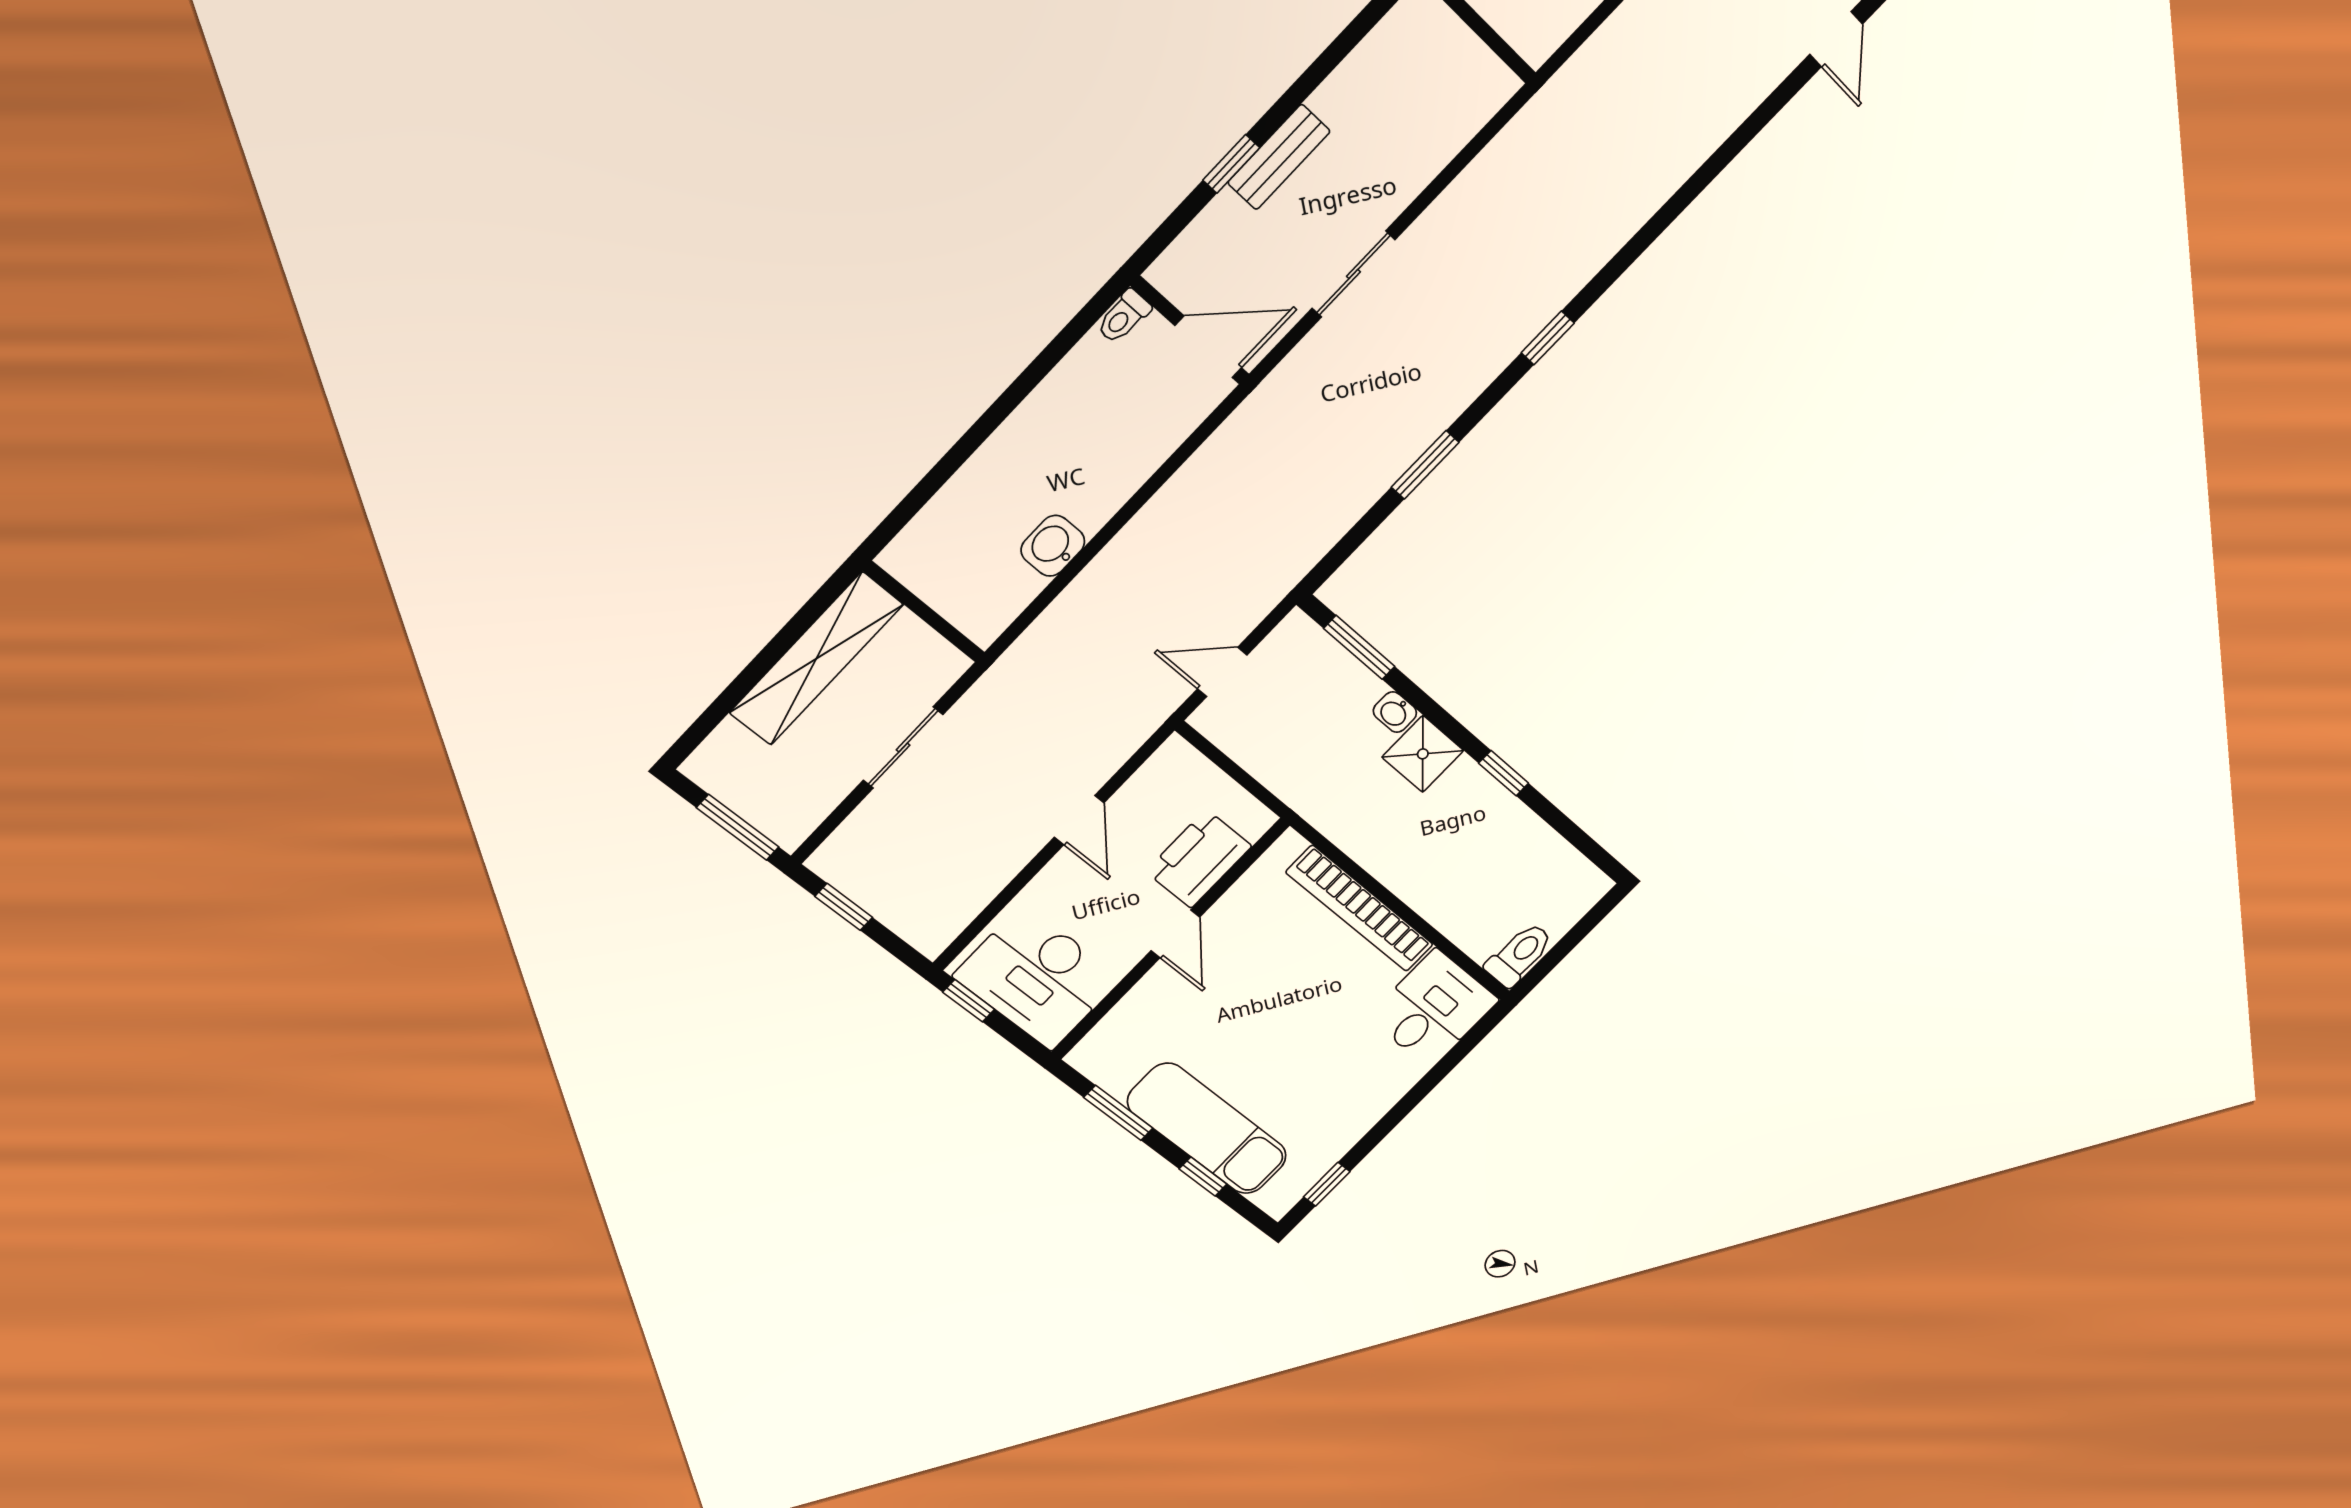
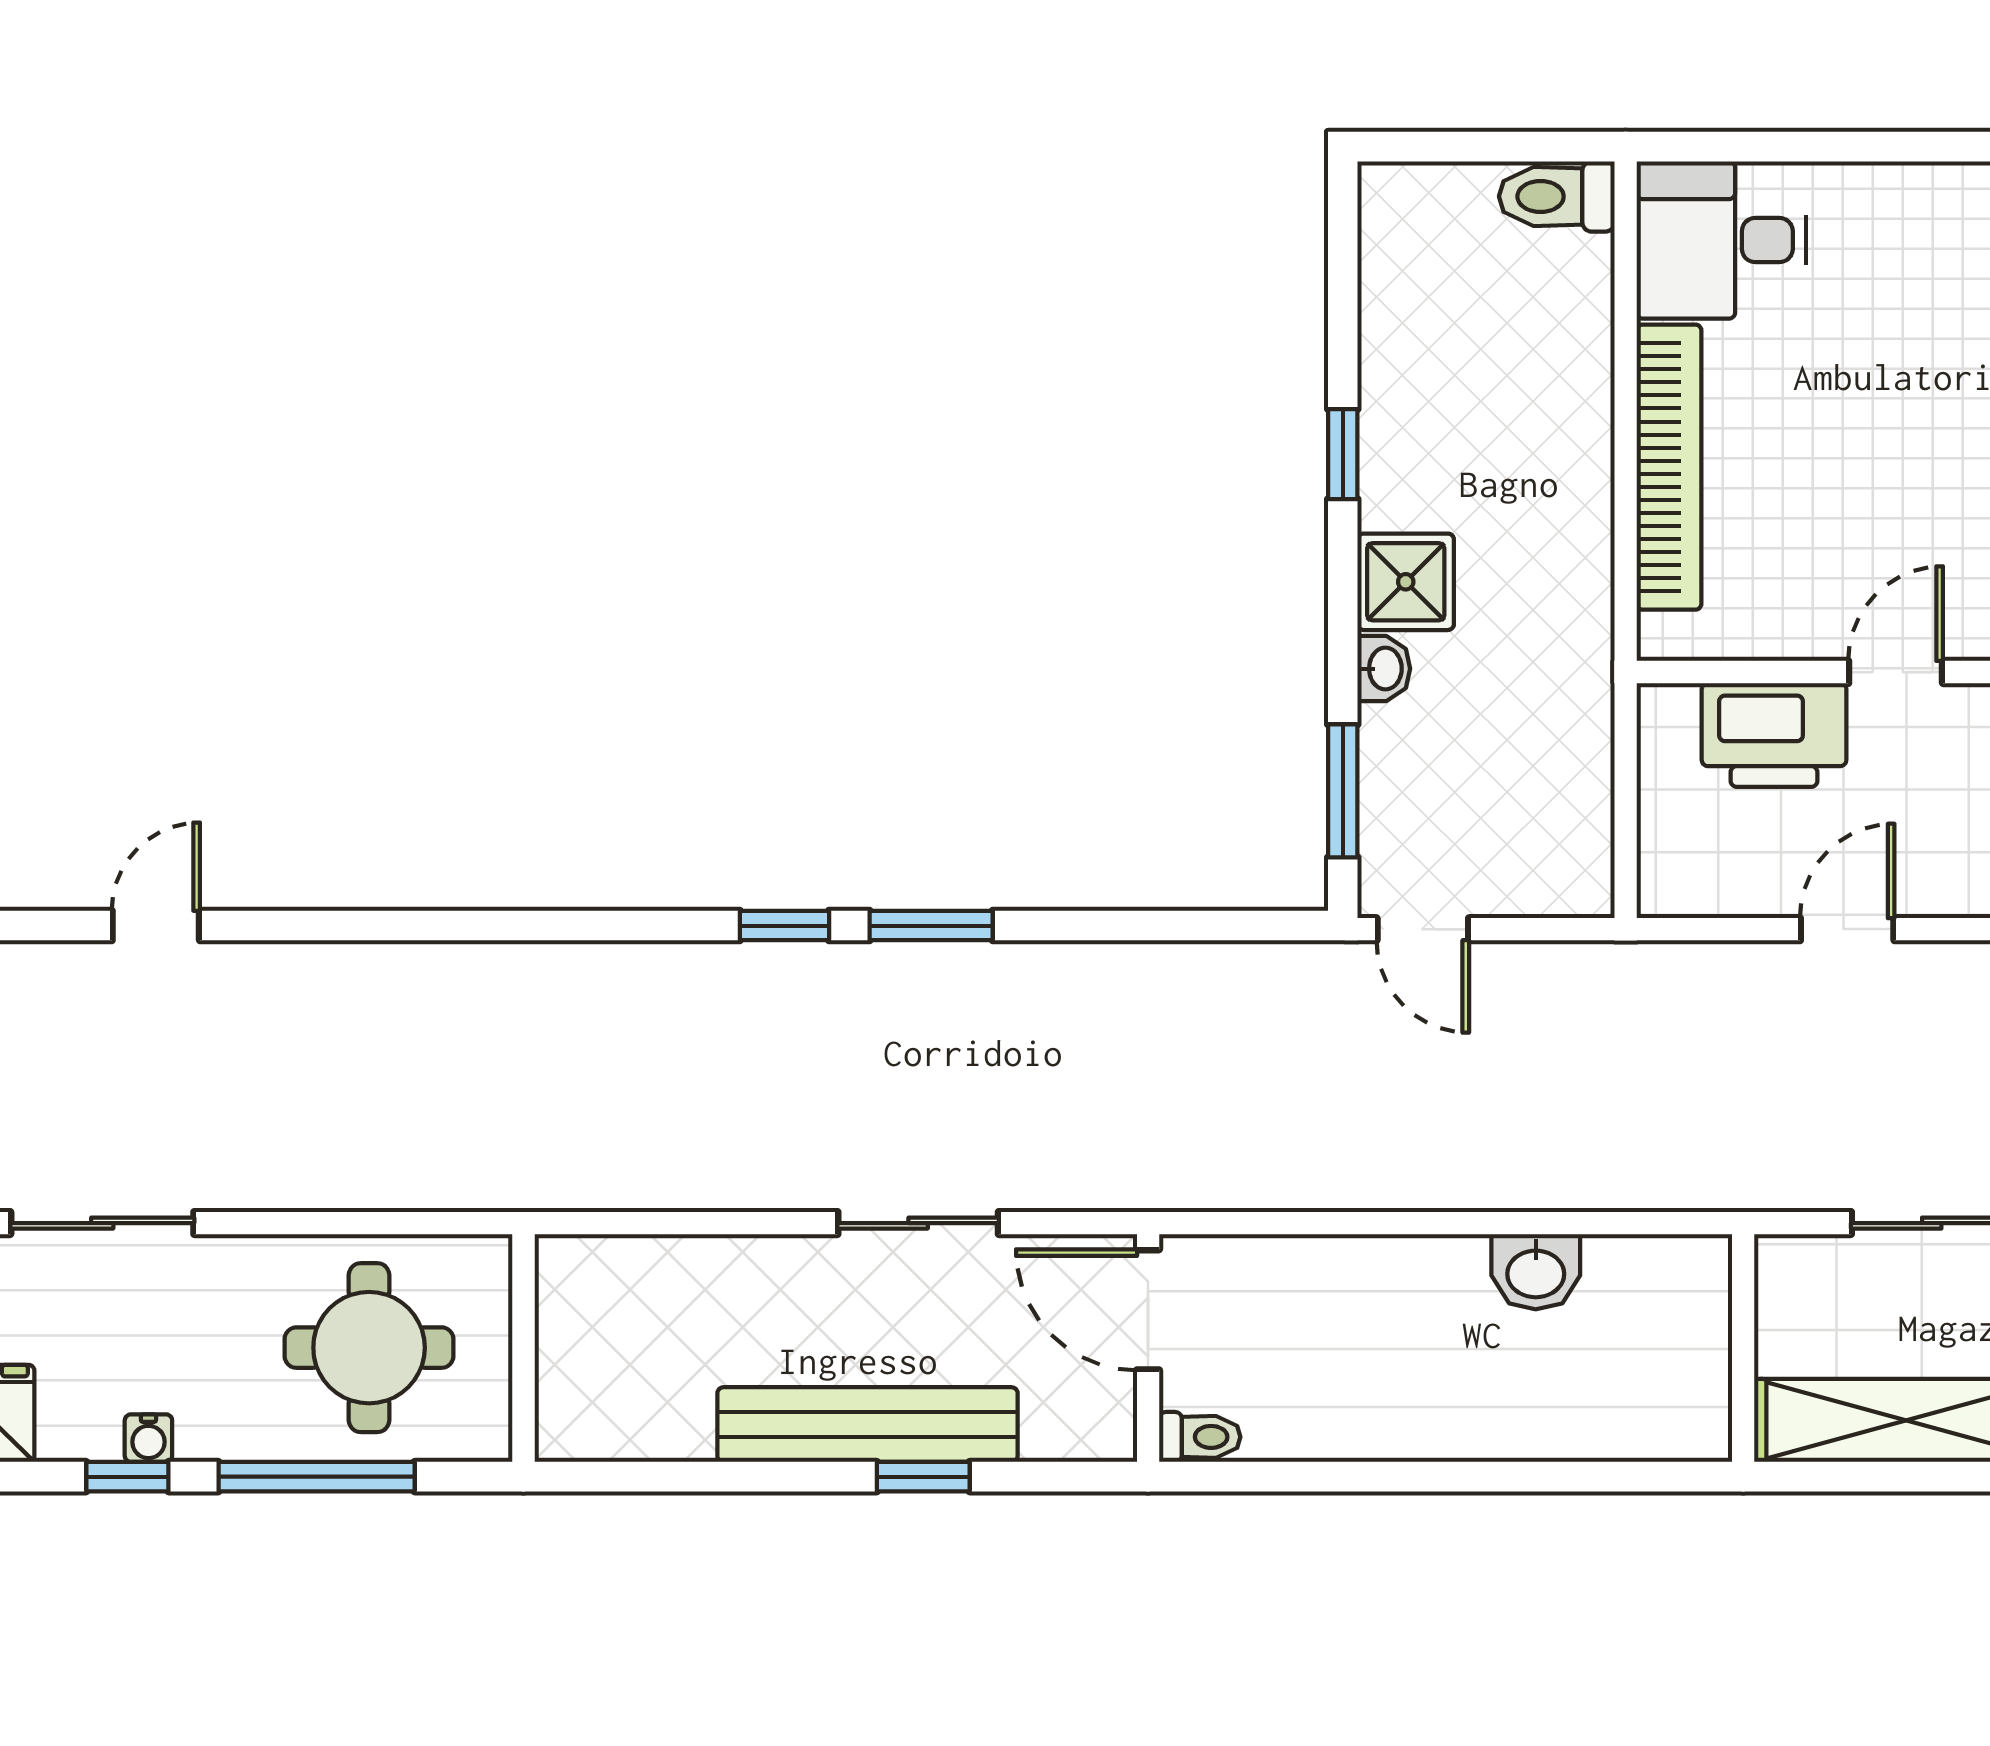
bench: (1279, 157) -> (867, 1425), width x1.86, depth x1.21
window: (1425, 465) -> (931, 926), moved
door: (1222, 672) -> (1423, 929), moved

